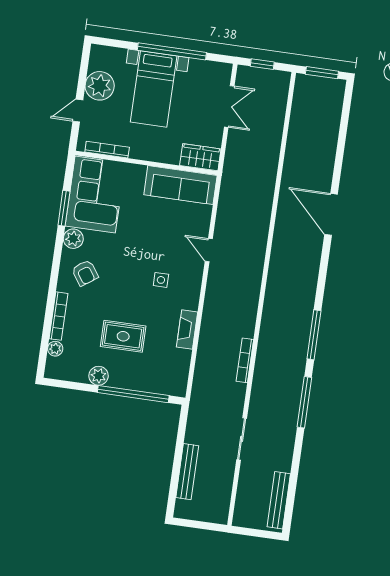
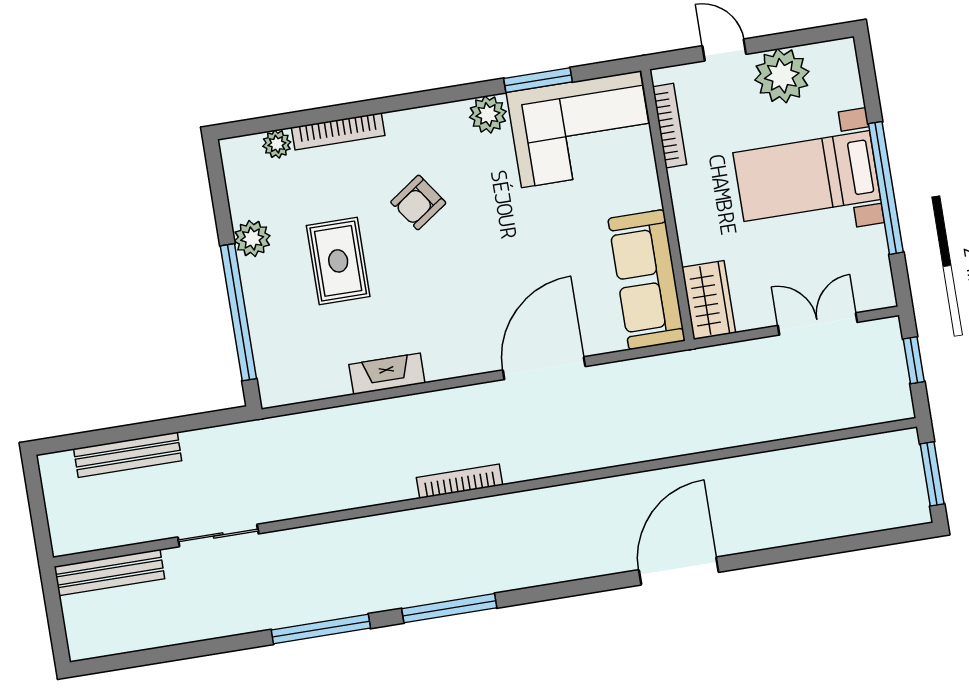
double door: (229, 107) -> (818, 324), swing flipped
door: (209, 250) -> (544, 368), width x1.88
armchair: (85, 273) -> (418, 202), moved
side table: (161, 280) -> (462, 298), removed
bookcase: (245, 360) -> (459, 481), moved
bench: (279, 500) -> (109, 573), moved

